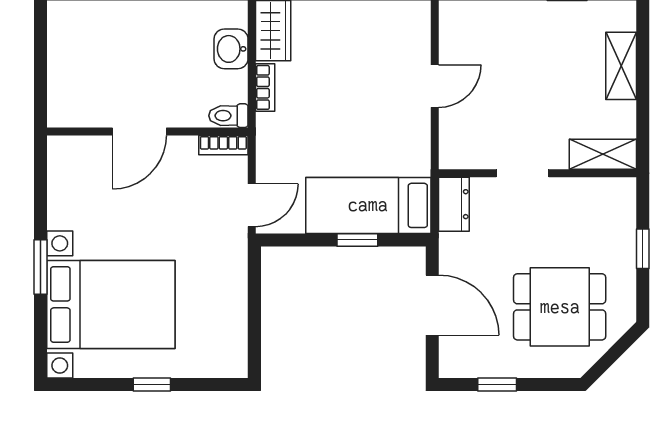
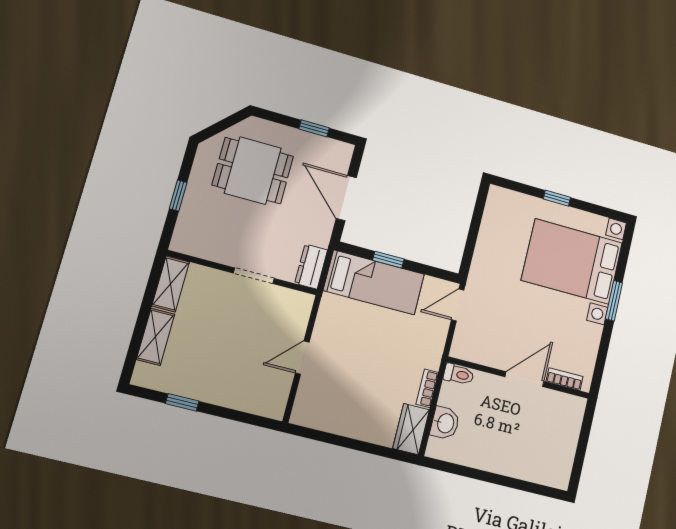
bookcase: (223, 145) -> (564, 379), moved
shelving: (603, 154) -> (171, 284), moved, turned 90

